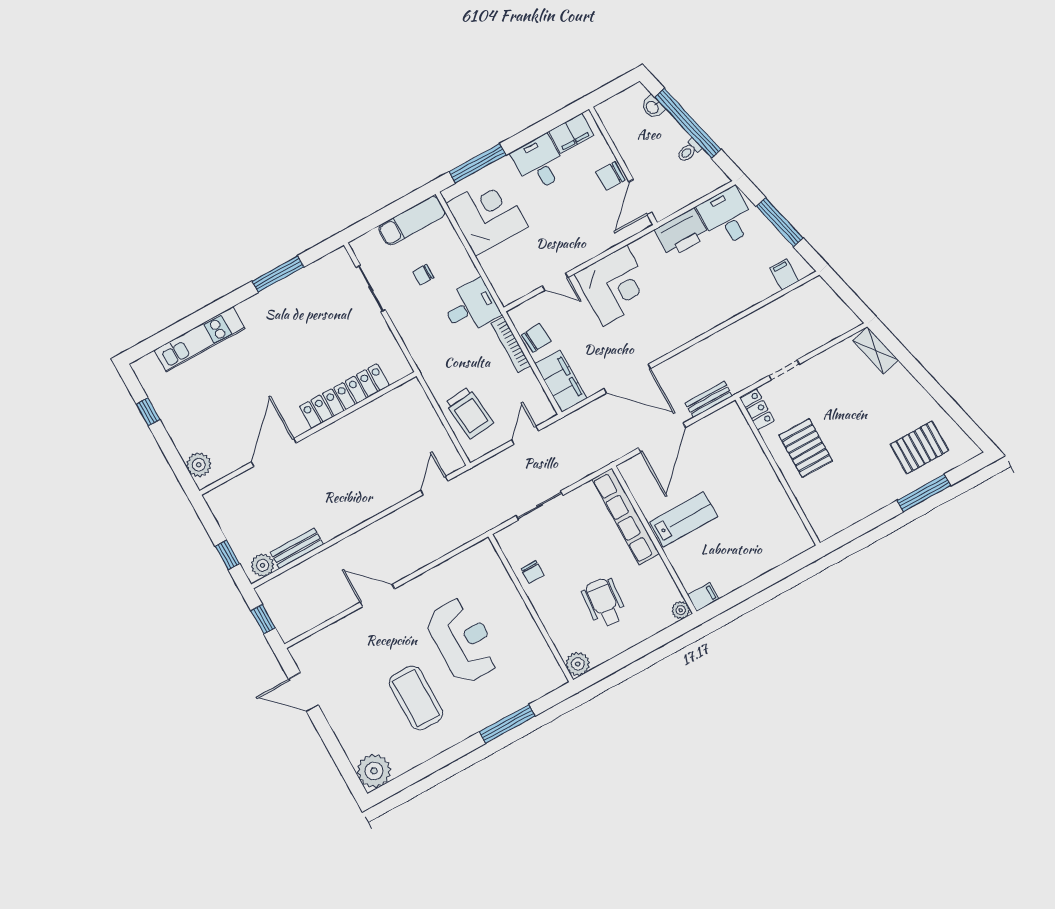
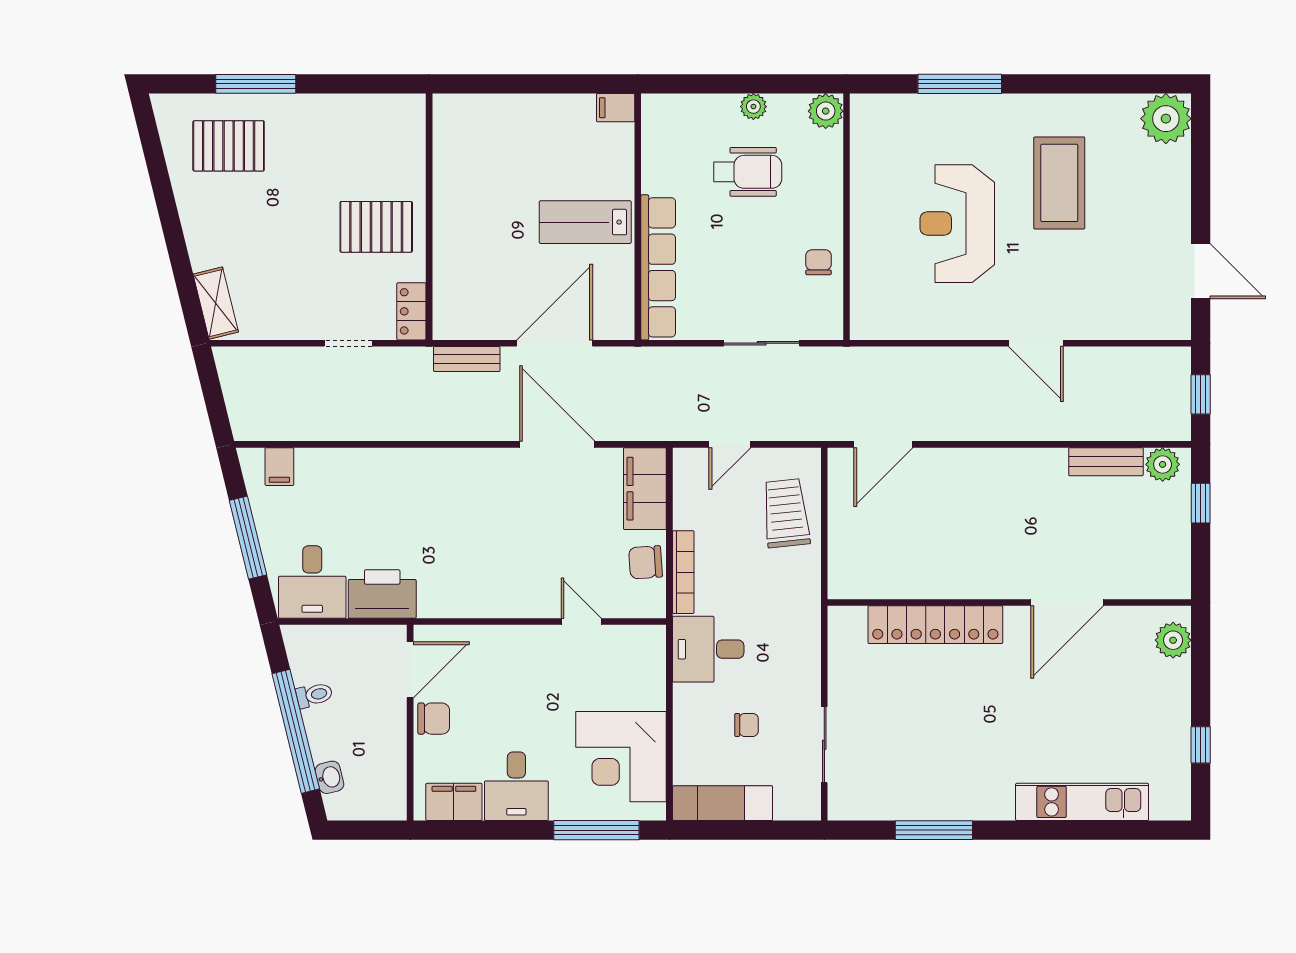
corner desk: (615, 286) -> (507, 574), removed
pallet: (806, 448) -> (376, 227), turned 90
door: (434, 486) -> (883, 444), width x1.38
wheelchair: (604, 602) -> (748, 172), turned -95
plant: (681, 610) -> (753, 107), moved

